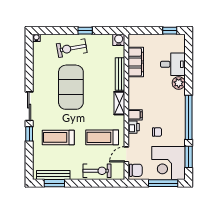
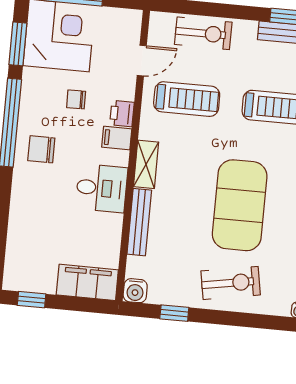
window: (85, 31) -> (174, 313), moved
filing cabinet: (136, 62) -> (87, 282), moved, turned 90
desk: (173, 64) -> (101, 188), moved, turned 180
plant: (179, 83) -> (24, 193), removed
chair: (136, 170) -> (41, 149), moved
exercise bike: (97, 171) -> (203, 33), turned 180

